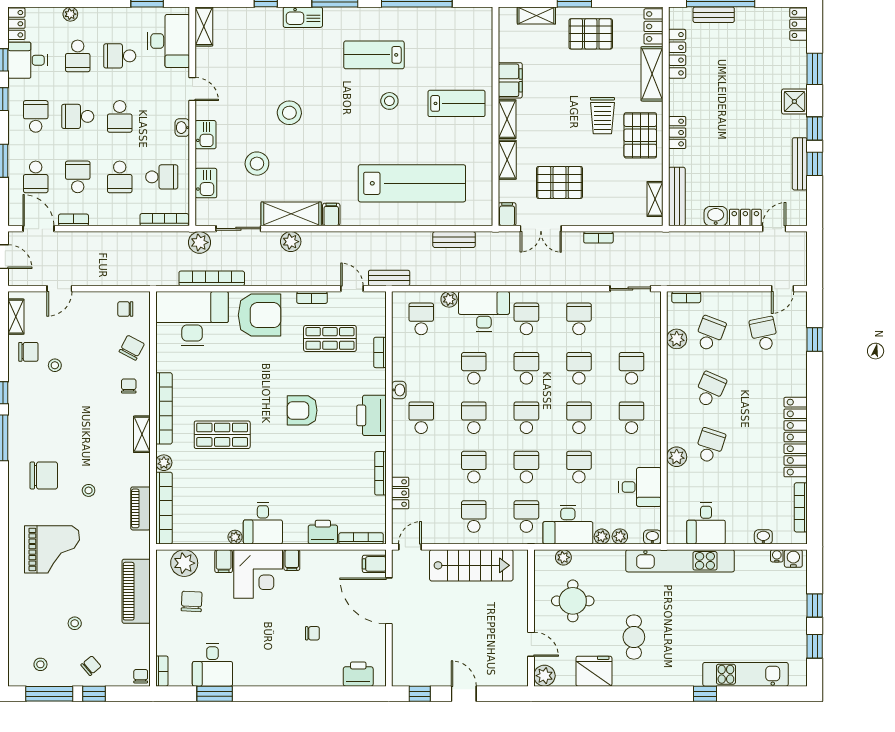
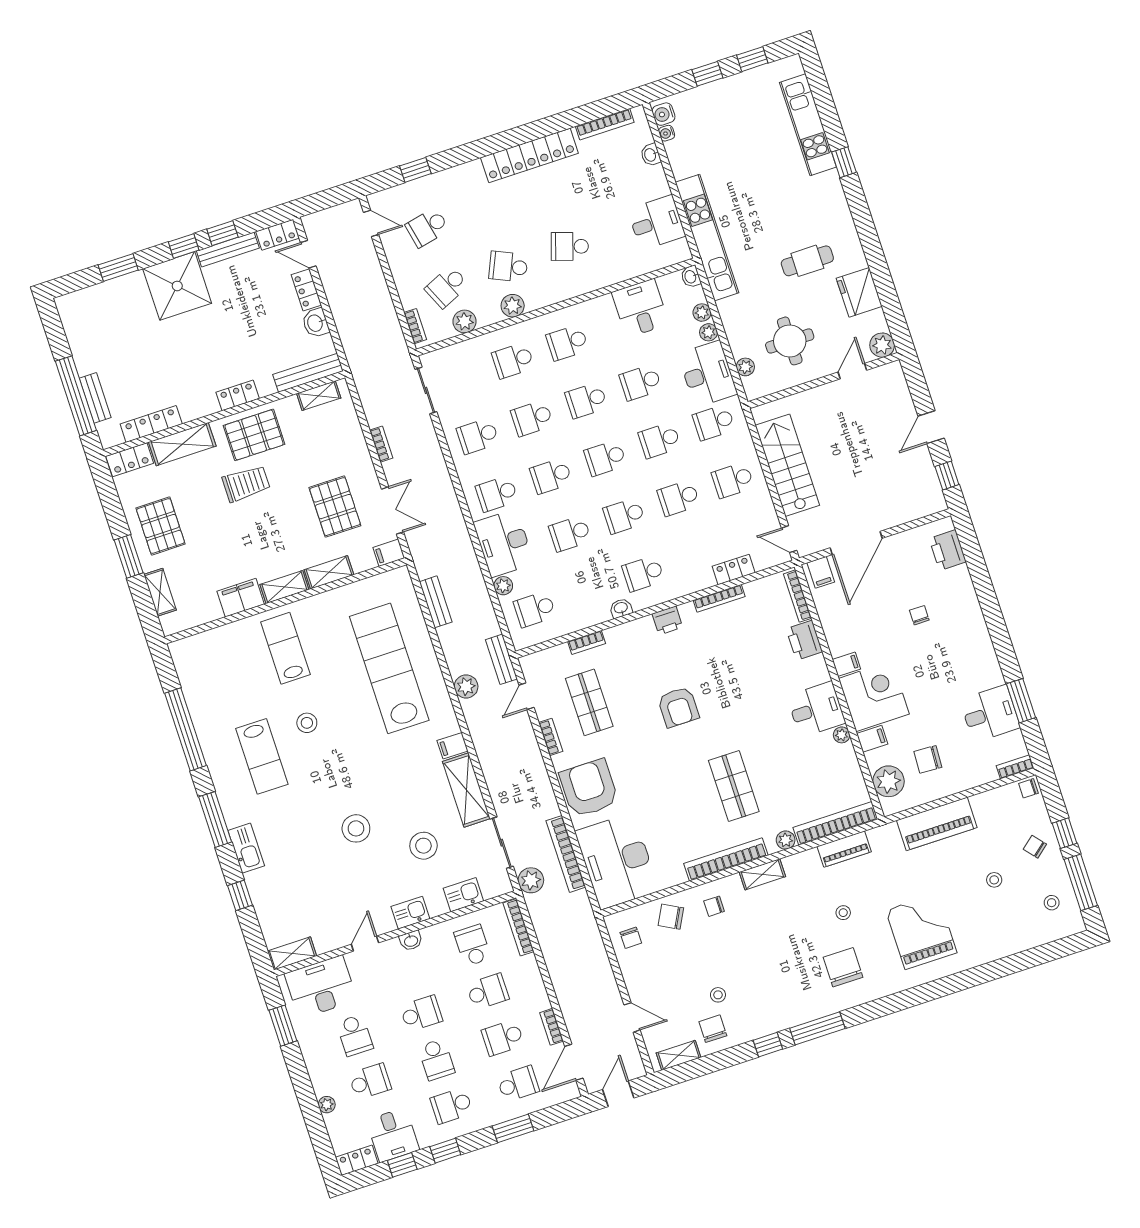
locker: (798, 24) -> (278, 235), moved
shower: (794, 101) -> (177, 286), width x1.86, depth x1.86
plant: (291, 242) -> (466, 686), moved
school desk: (710, 334) -> (447, 287), turned -45
printer: (371, 415) -> (667, 620), width x0.53, depth x0.68
plant: (677, 457) -> (513, 306), moved

